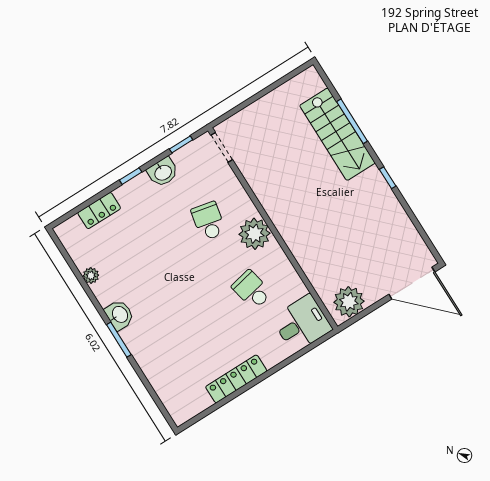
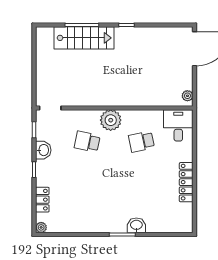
plant: (91, 276) -> (41, 227), moved
plant: (349, 302) -> (187, 96), width x0.53, depth x0.53
washbasin: (119, 315) -> (136, 225), moved

